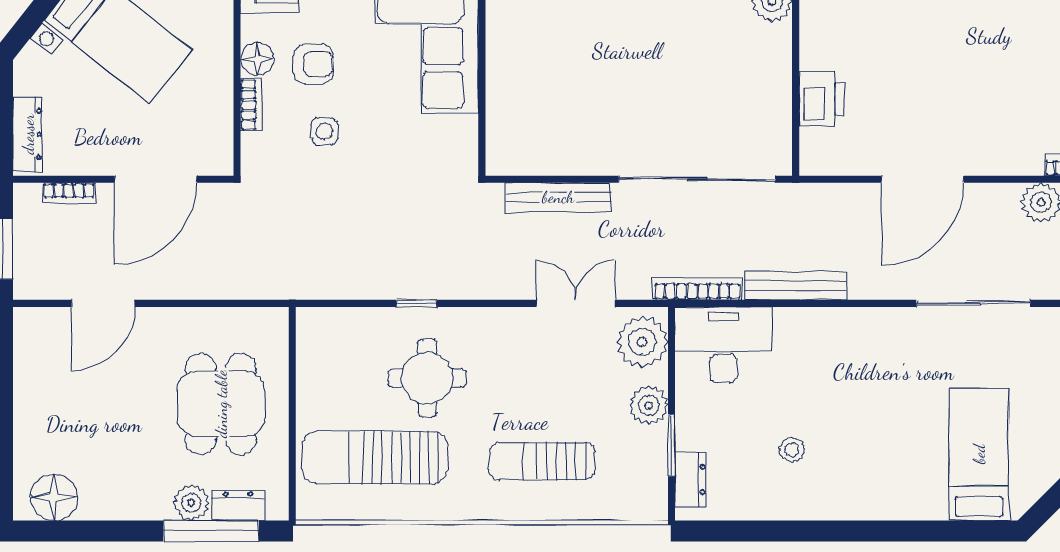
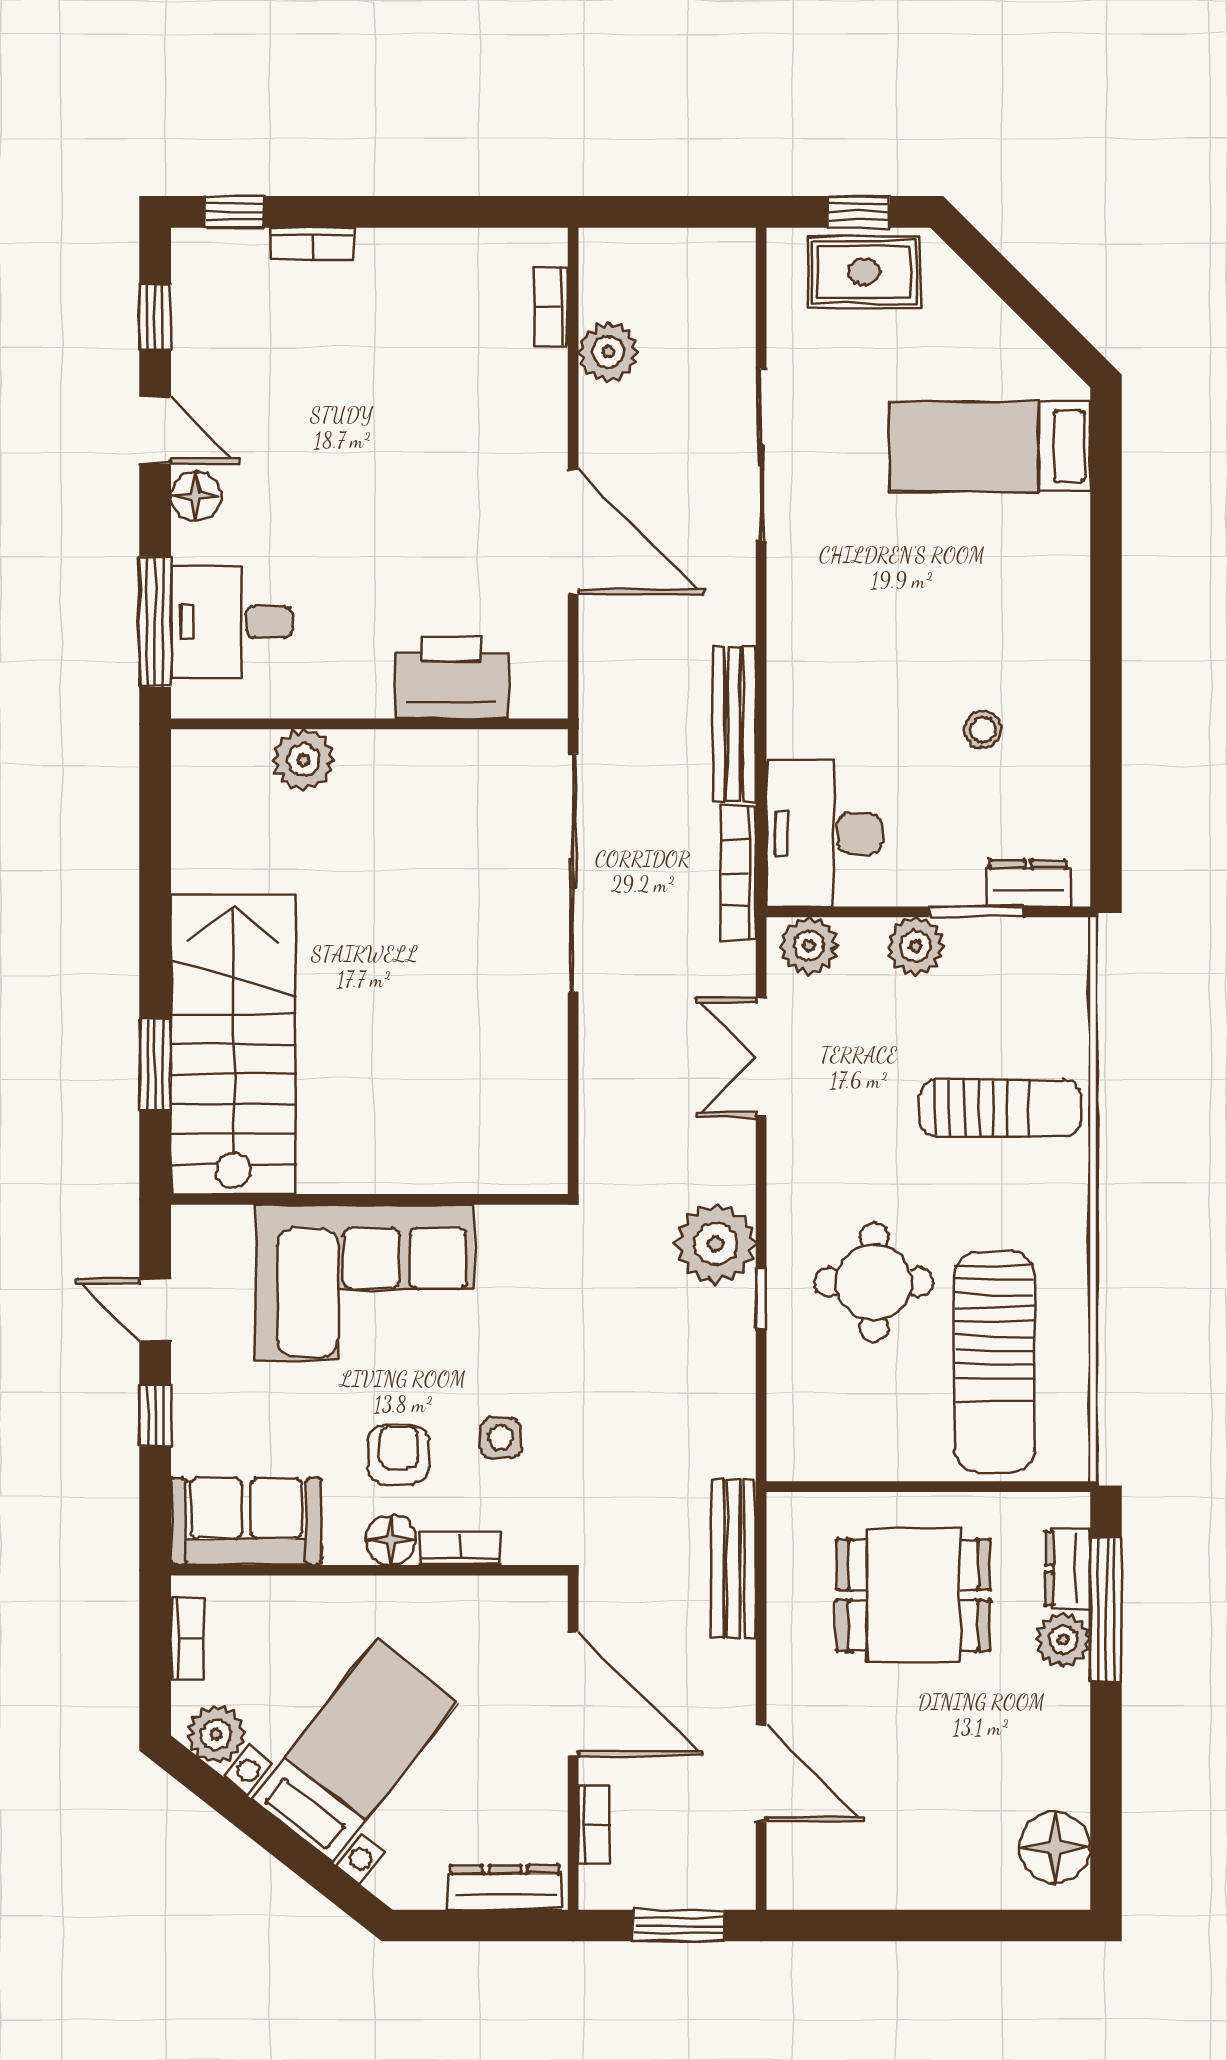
printer: (822, 99) -> (451, 678), width x1.37, depth x1.19
bench: (558, 197) -> (734, 1558), moved
plant: (453, 273) -> (716, 1244), added
plant: (642, 342) -> (809, 946), width x0.73, depth x0.73
sun lounger: (542, 461) -> (1000, 1108), turned -90

